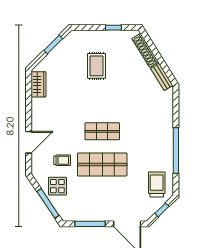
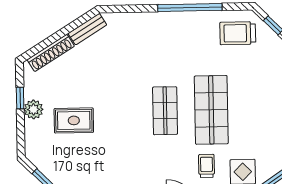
plant: (105, 37) -> (33, 109), added

